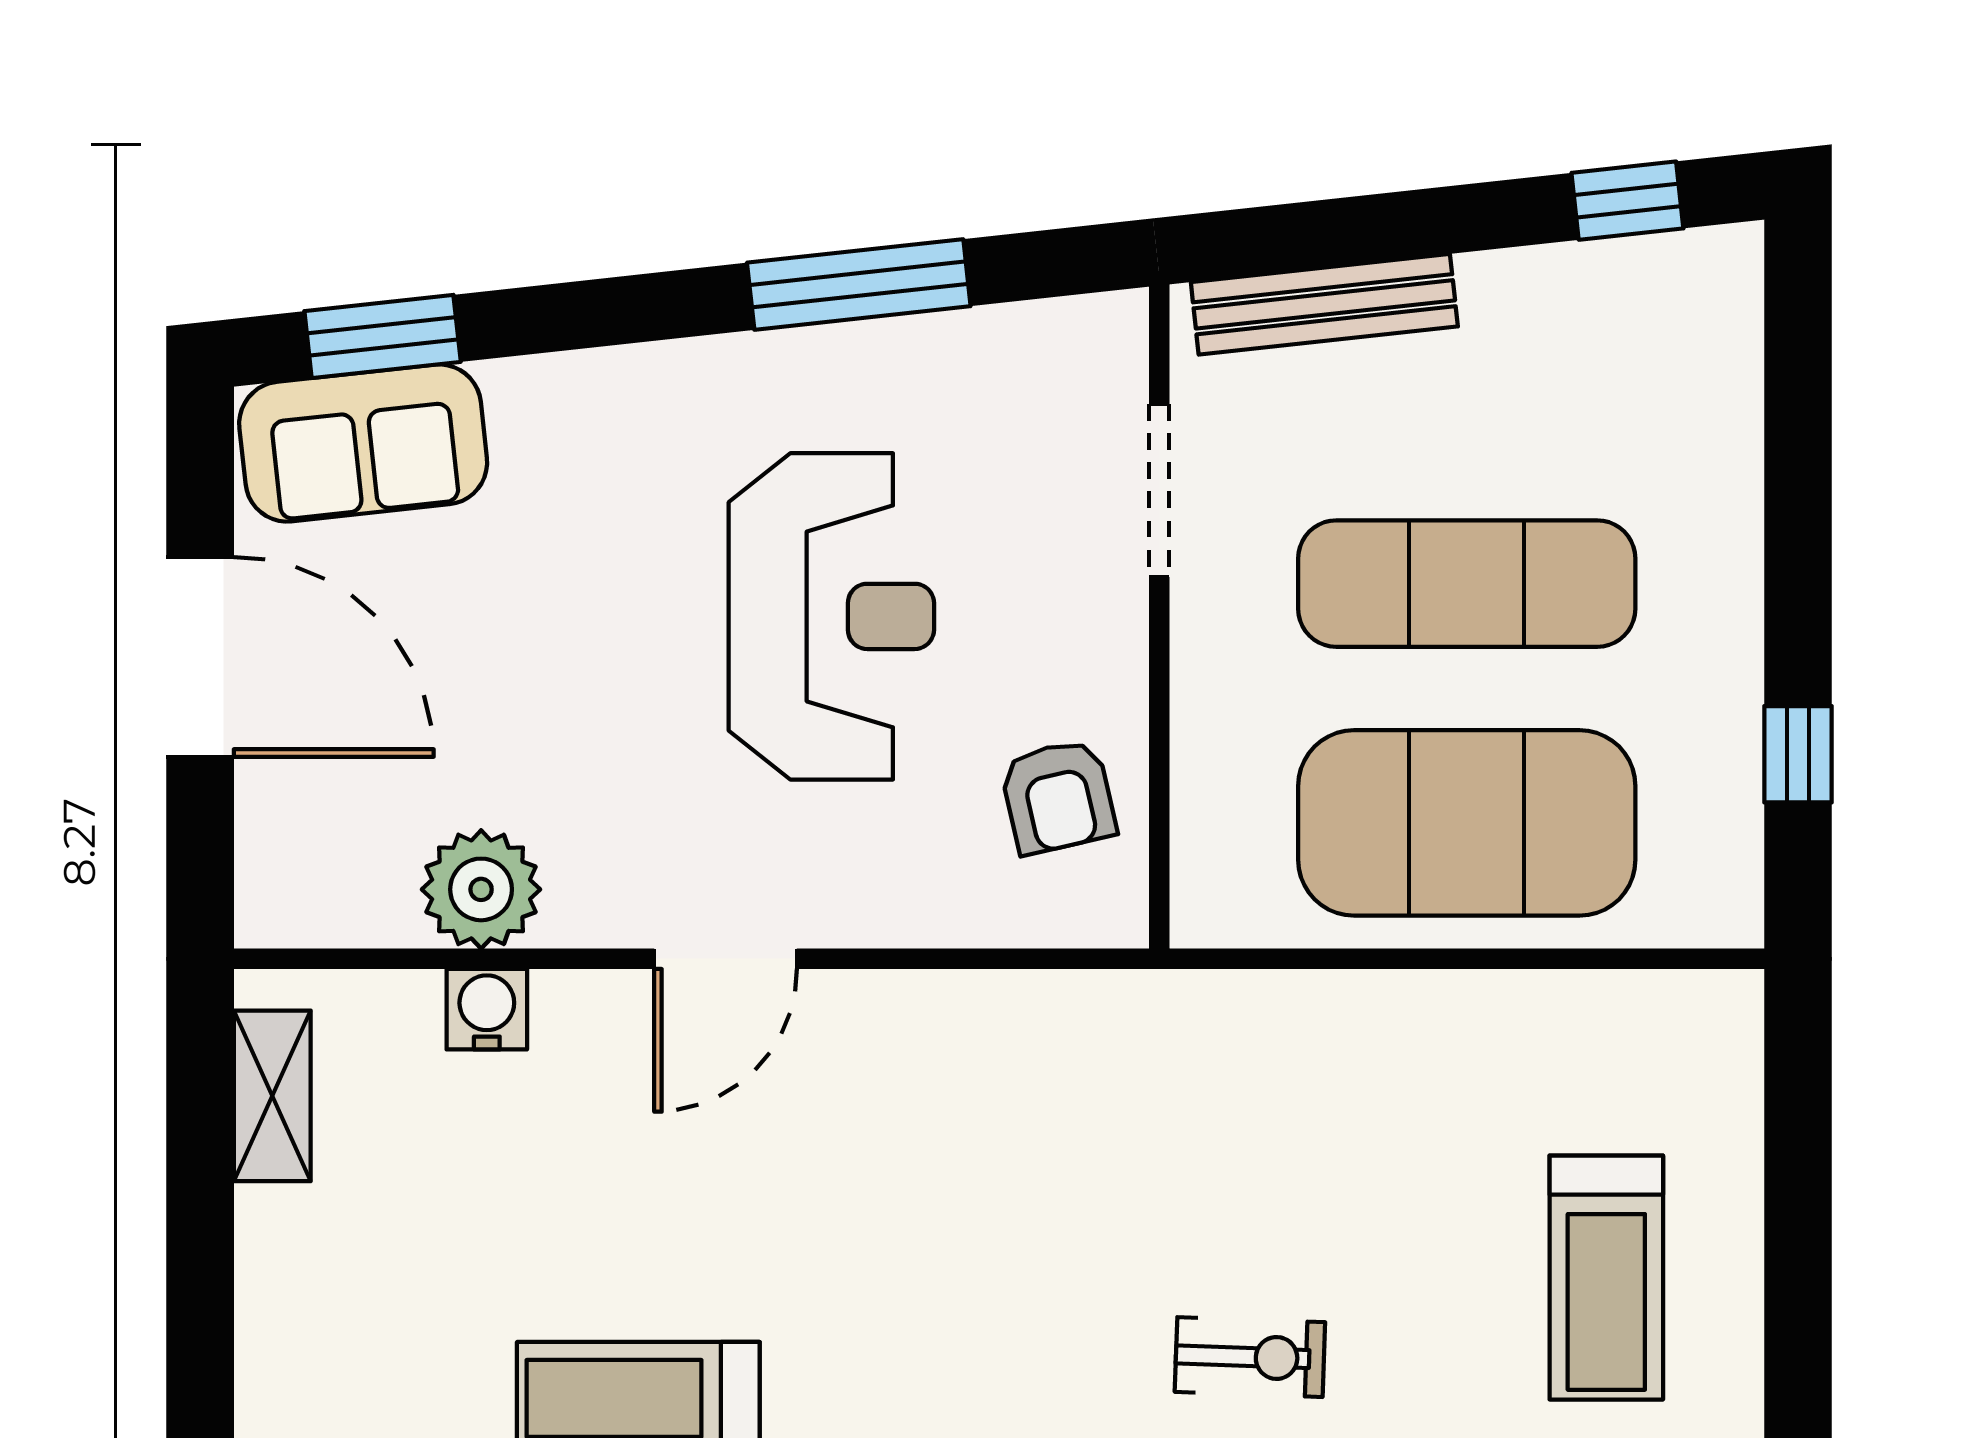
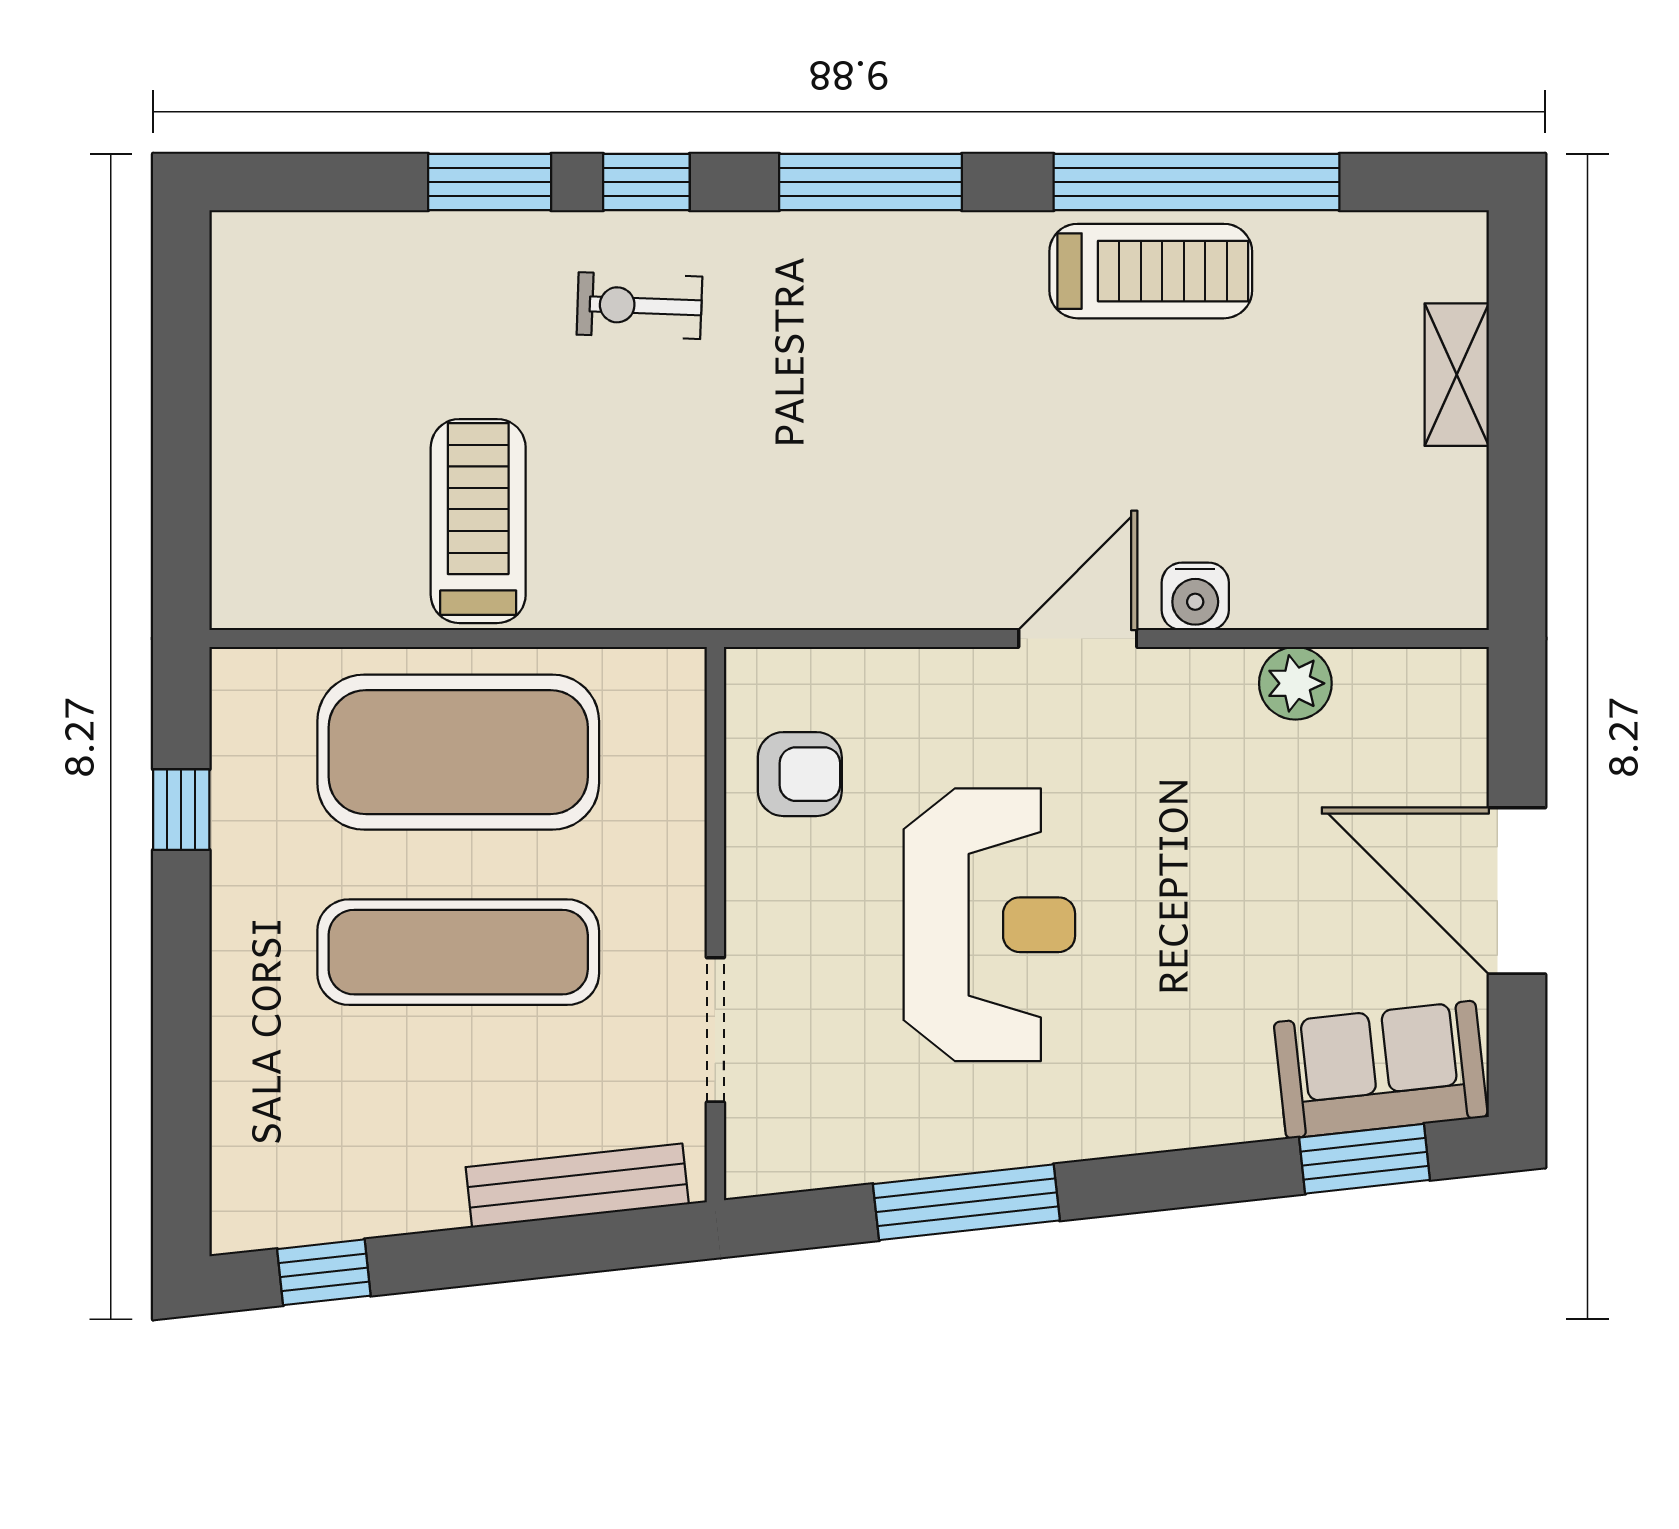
reception desk: (831, 616) -> (989, 925), turned 180
armchair: (1058, 797) -> (800, 774), turned 103
plant: (481, 889) -> (1295, 683), width x0.73, depth x0.73
water cooler: (487, 1009) -> (1195, 596), moved
shelving: (272, 1096) -> (1457, 375), moved
treadmill: (1606, 1278) -> (478, 521), moved

